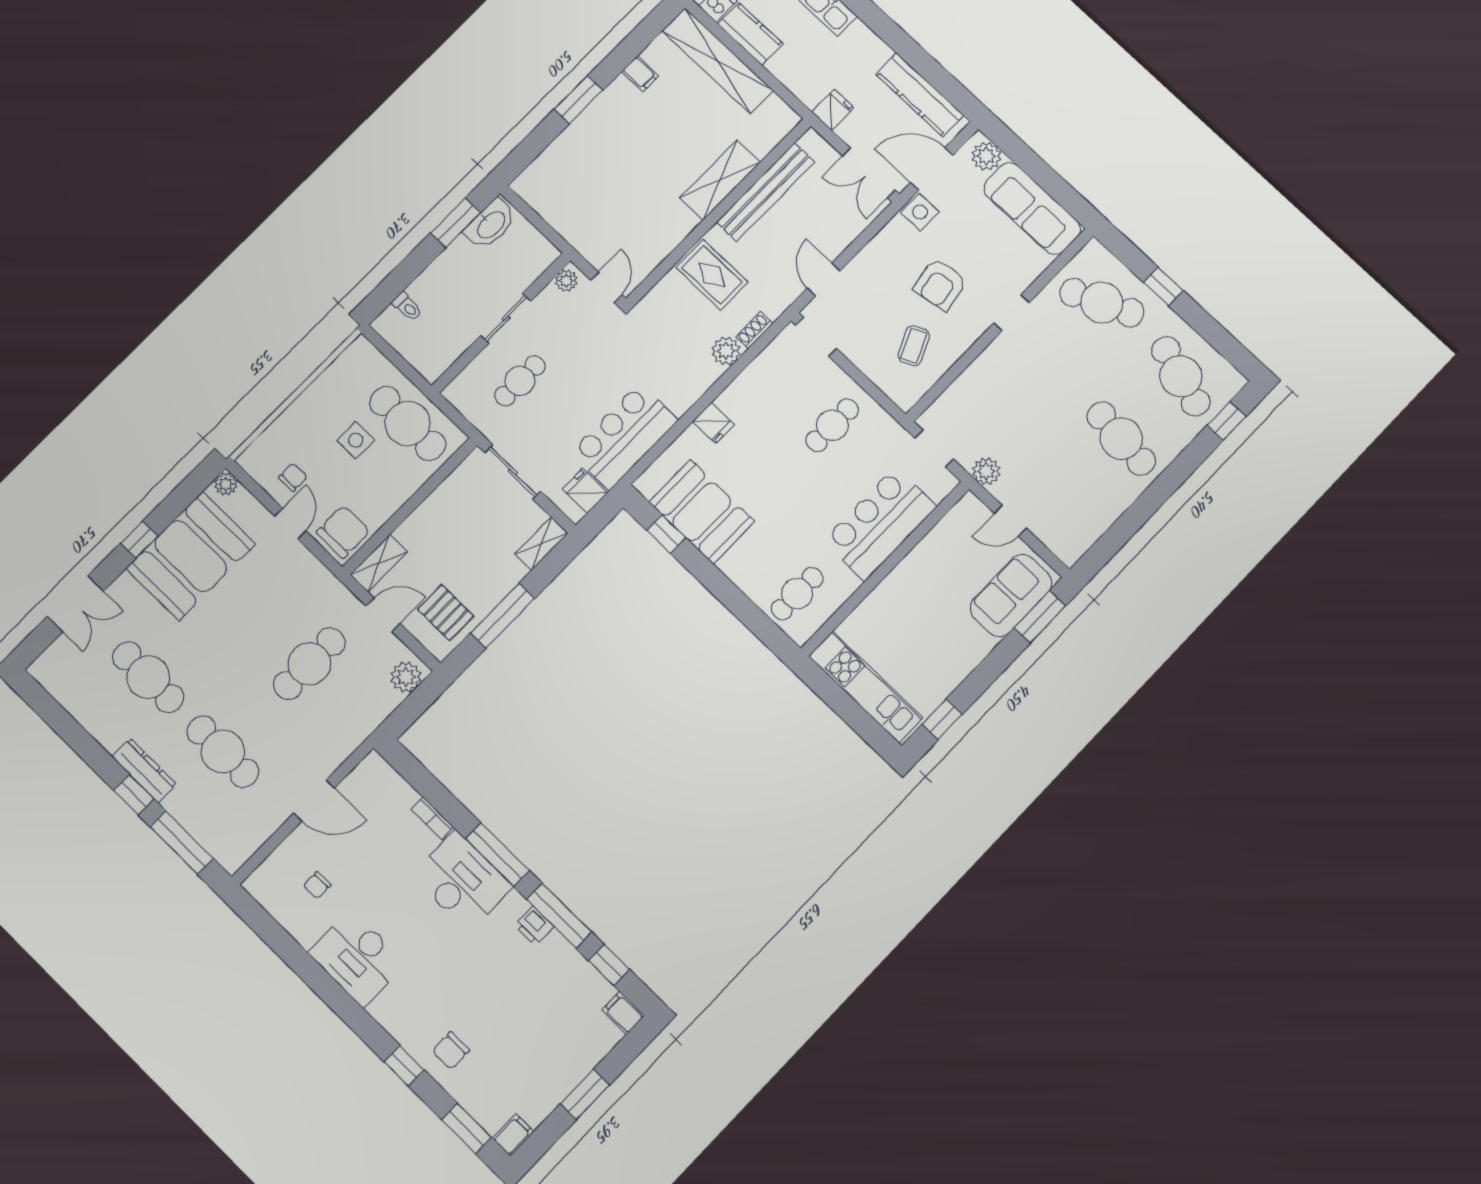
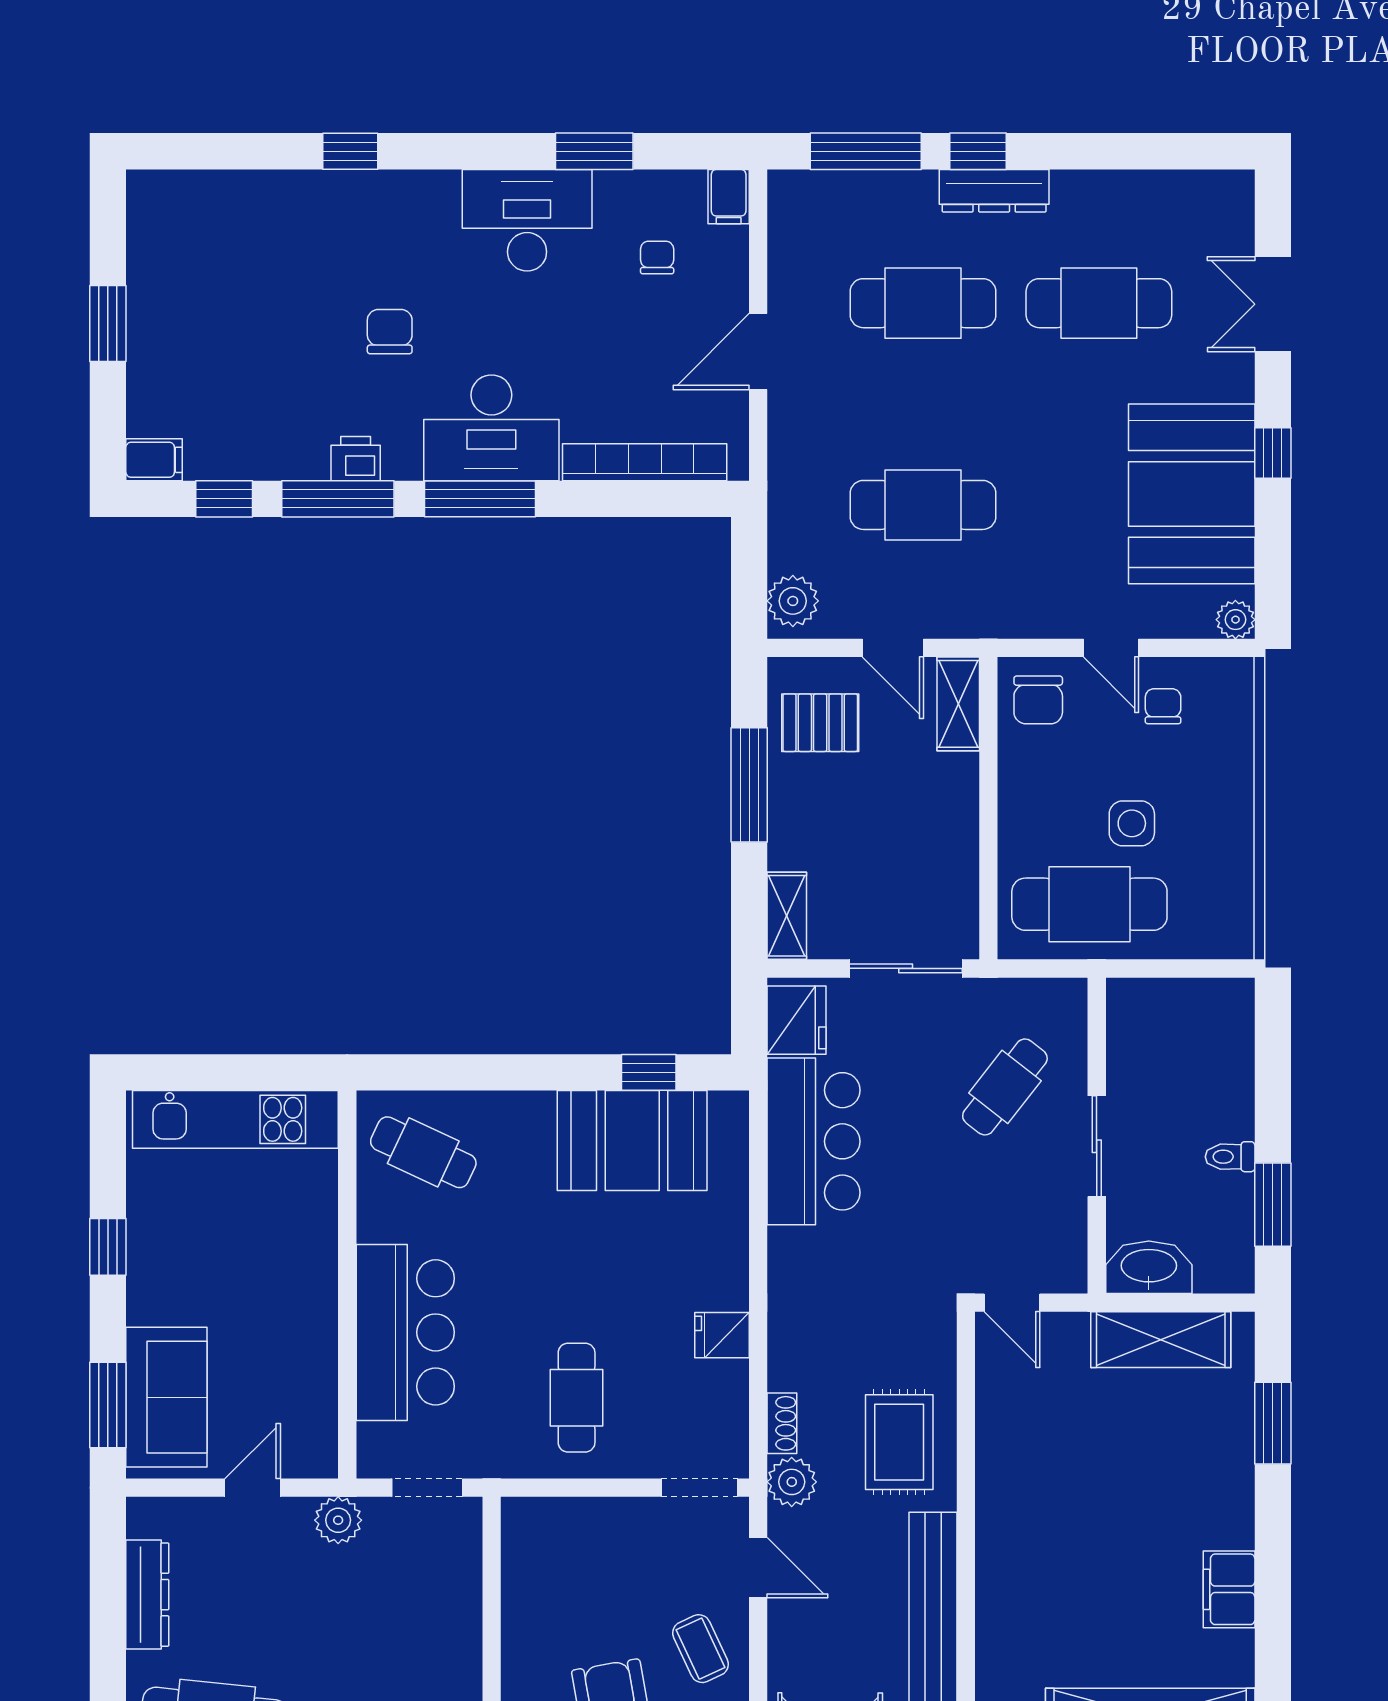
filing cabinet: (640, 74) -> (1229, 1589), width x2.00
window: (579, 100) -> (1273, 1423), moved
shelving: (720, 180) -> (1161, 1340), moved, turned 90
washbasin: (491, 224) -> (1149, 1267), moved, turned 90
rug: (712, 275) -> (899, 1442), turned 90
plant: (566, 281) -> (1069, 1264), removed
toilet: (407, 307) -> (1230, 1157), moved
coffee table: (914, 346) -> (700, 1649), moved
plant: (726, 351) -> (792, 1482), moved
cafe table: (520, 381) -> (1005, 1087), turned 38
fridge: (713, 423) -> (722, 1335), moved
chair: (293, 477) -> (1163, 706), turned 180
fridge: (585, 491) -> (797, 1020), width x1.38
dresser: (1100, 519) -> (147, 1595), added
chair: (343, 532) -> (1038, 700), width x0.73, depth x0.73
cafe table: (797, 594) -> (423, 1152), turned -65
door: (383, 615) -> (893, 648), hinge flipped
cafe table: (309, 664) -> (923, 505), turned 90
window: (942, 719) -> (108, 1247), moved
bookcase: (432, 818) -> (645, 462), width x2.31, depth x1.31
chair: (451, 1051) -> (390, 332), moved
window: (467, 1128) -> (594, 151), moved
filing cabinet: (513, 1135) -> (729, 197), moved

